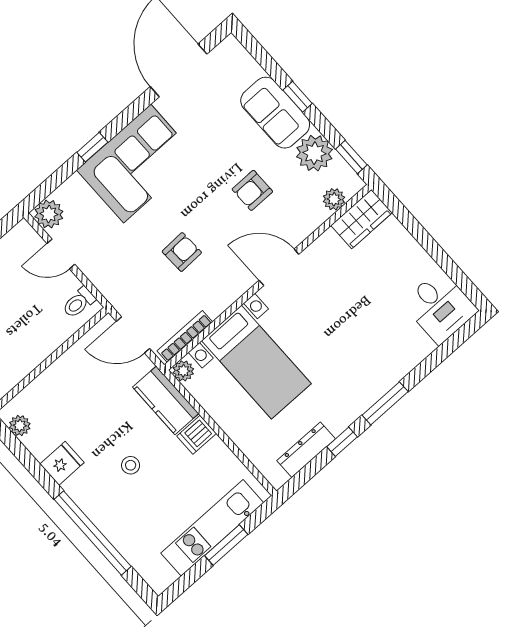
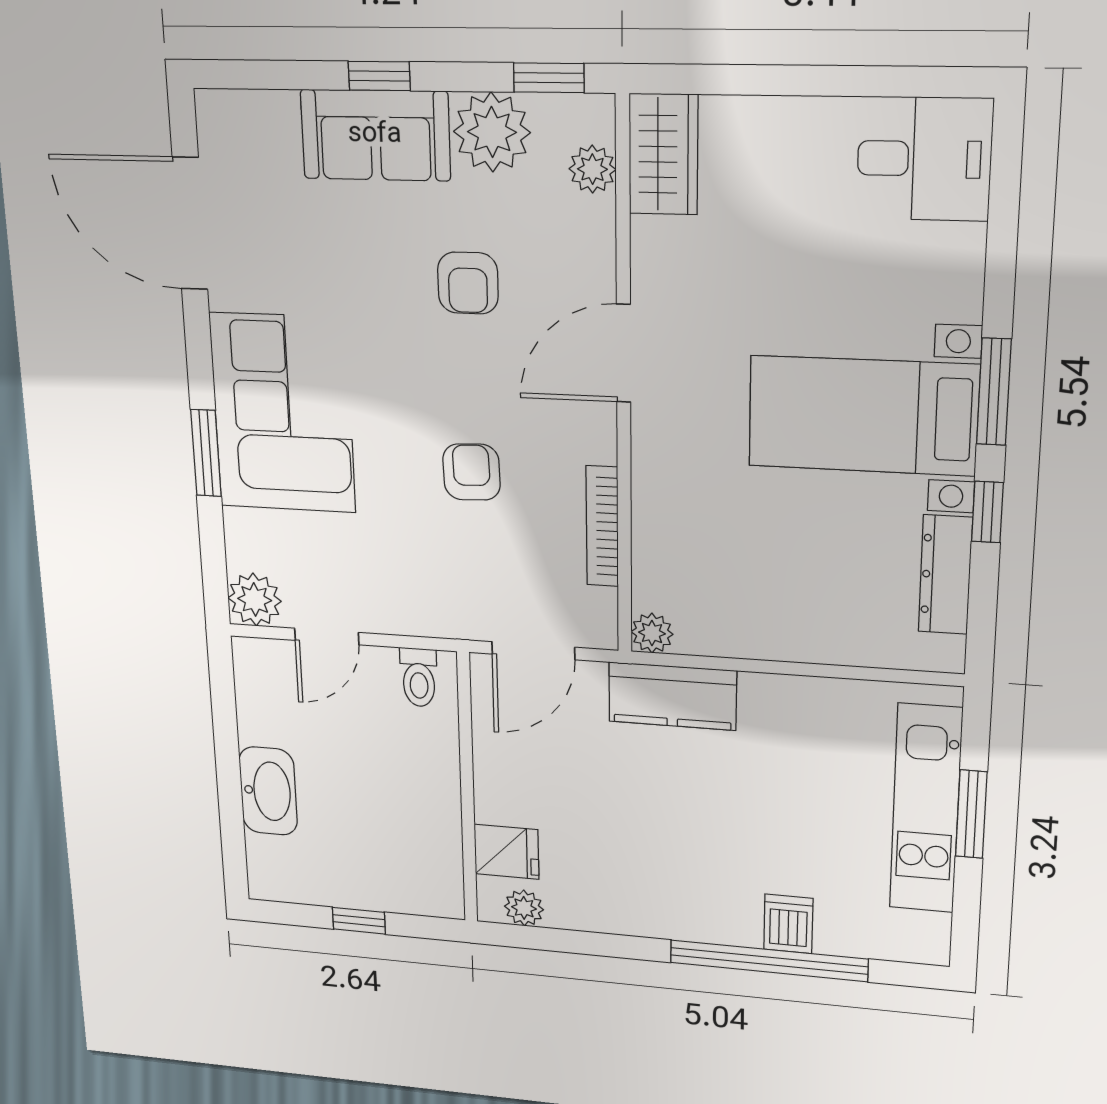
window: (92, 147) -> (206, 453), width x1.50
bookcase: (185, 336) -> (602, 526), moved
bed with nightstands: (256, 362) -> (863, 416), moved, turned 180
dishwasher: (197, 435) -> (788, 924), moved, turned 180
fridge: (62, 463) -> (506, 852), moved, turned 90
stool: (131, 465) -> (721, 827), removed

